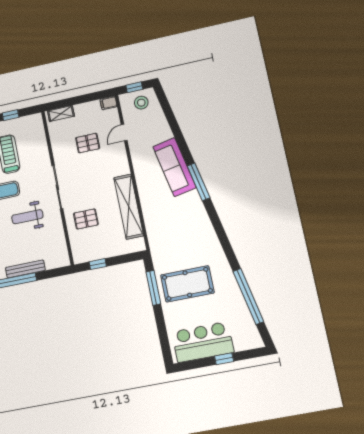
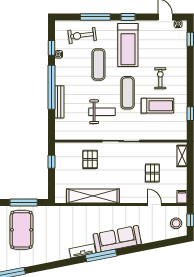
tv unit: (198, 205) -> (83, 251), added
weight bench: (27, 217) -> (102, 112), turned 90

